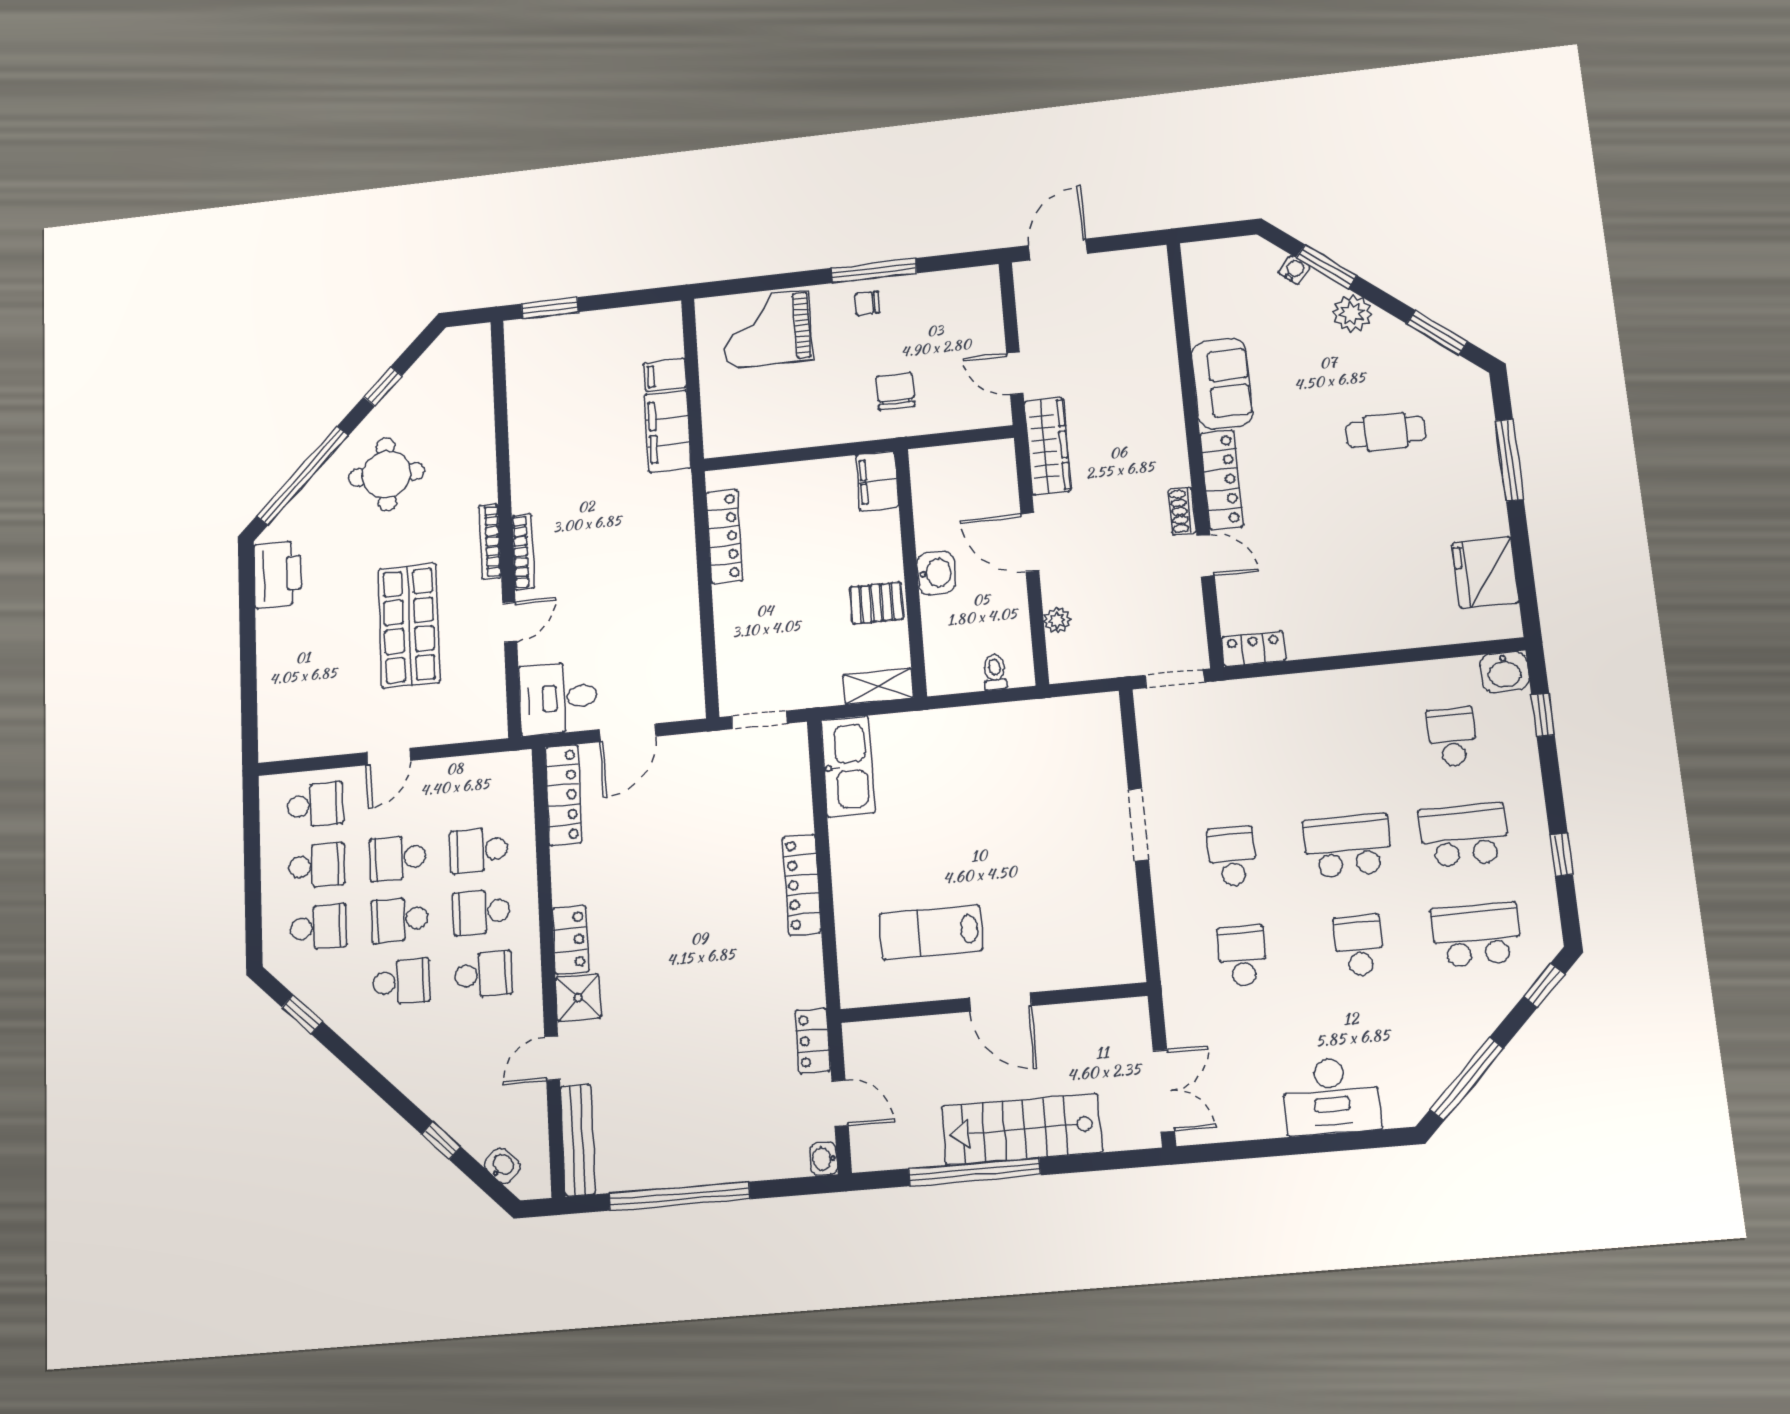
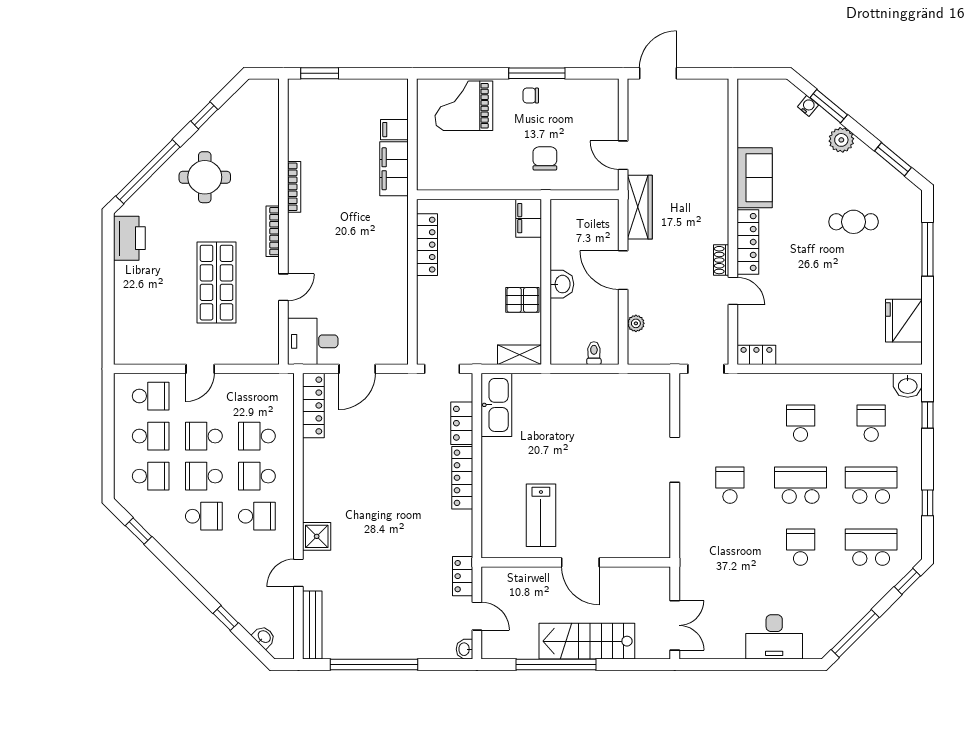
bookcase: (523, 552) -> (294, 187), moved
lab bench: (931, 932) -> (541, 515), turned -90
locker: (571, 940) -> (462, 423), moved, turned 180
school desk: (1242, 956) -> (801, 423), moved

